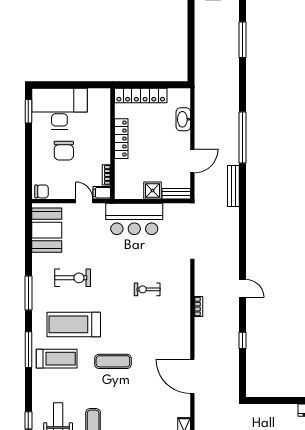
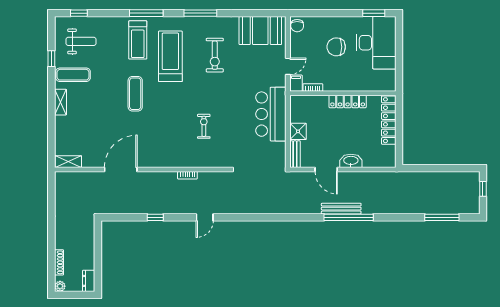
washbasin: (183, 119) -> (351, 161), moved
bench: (233, 186) -> (341, 209), moved

